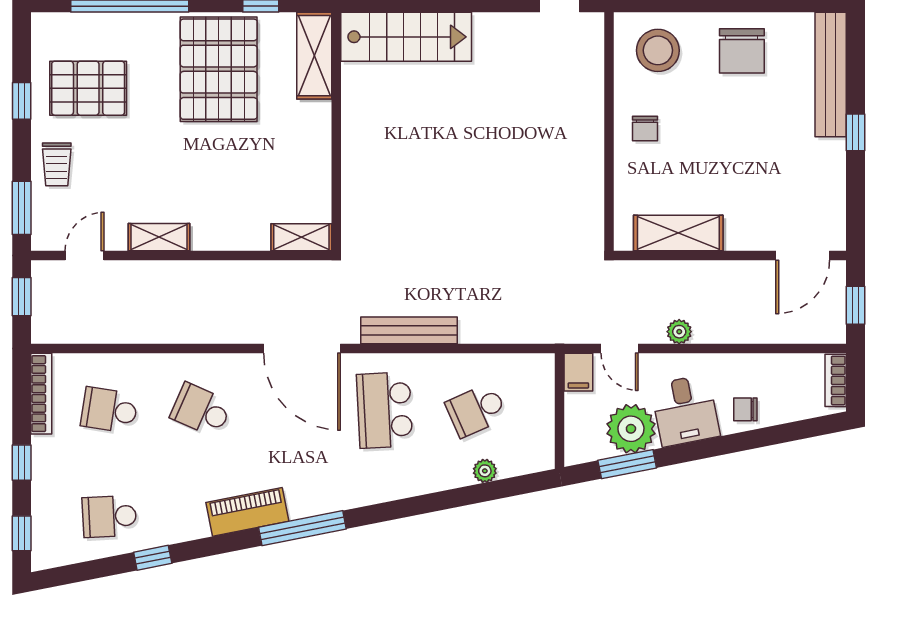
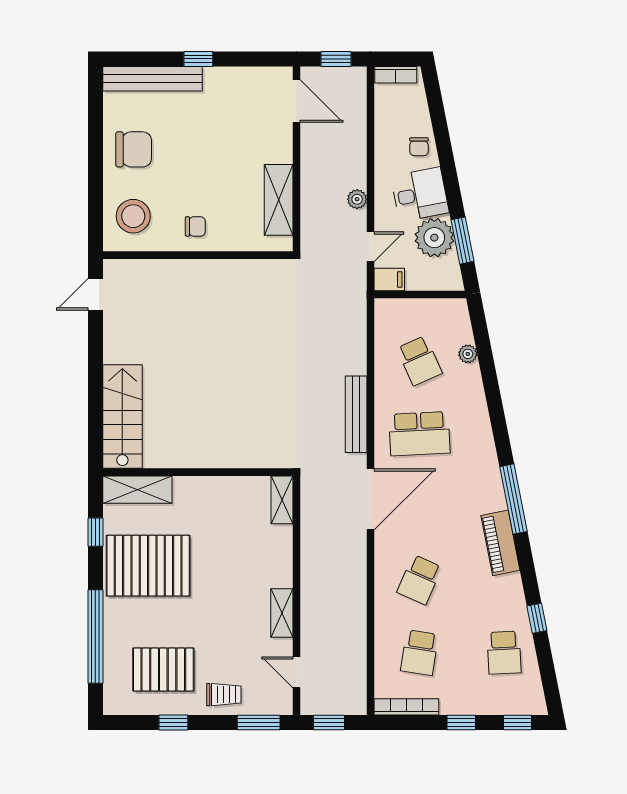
pallet: (88, 88) -> (163, 670), turned 90

